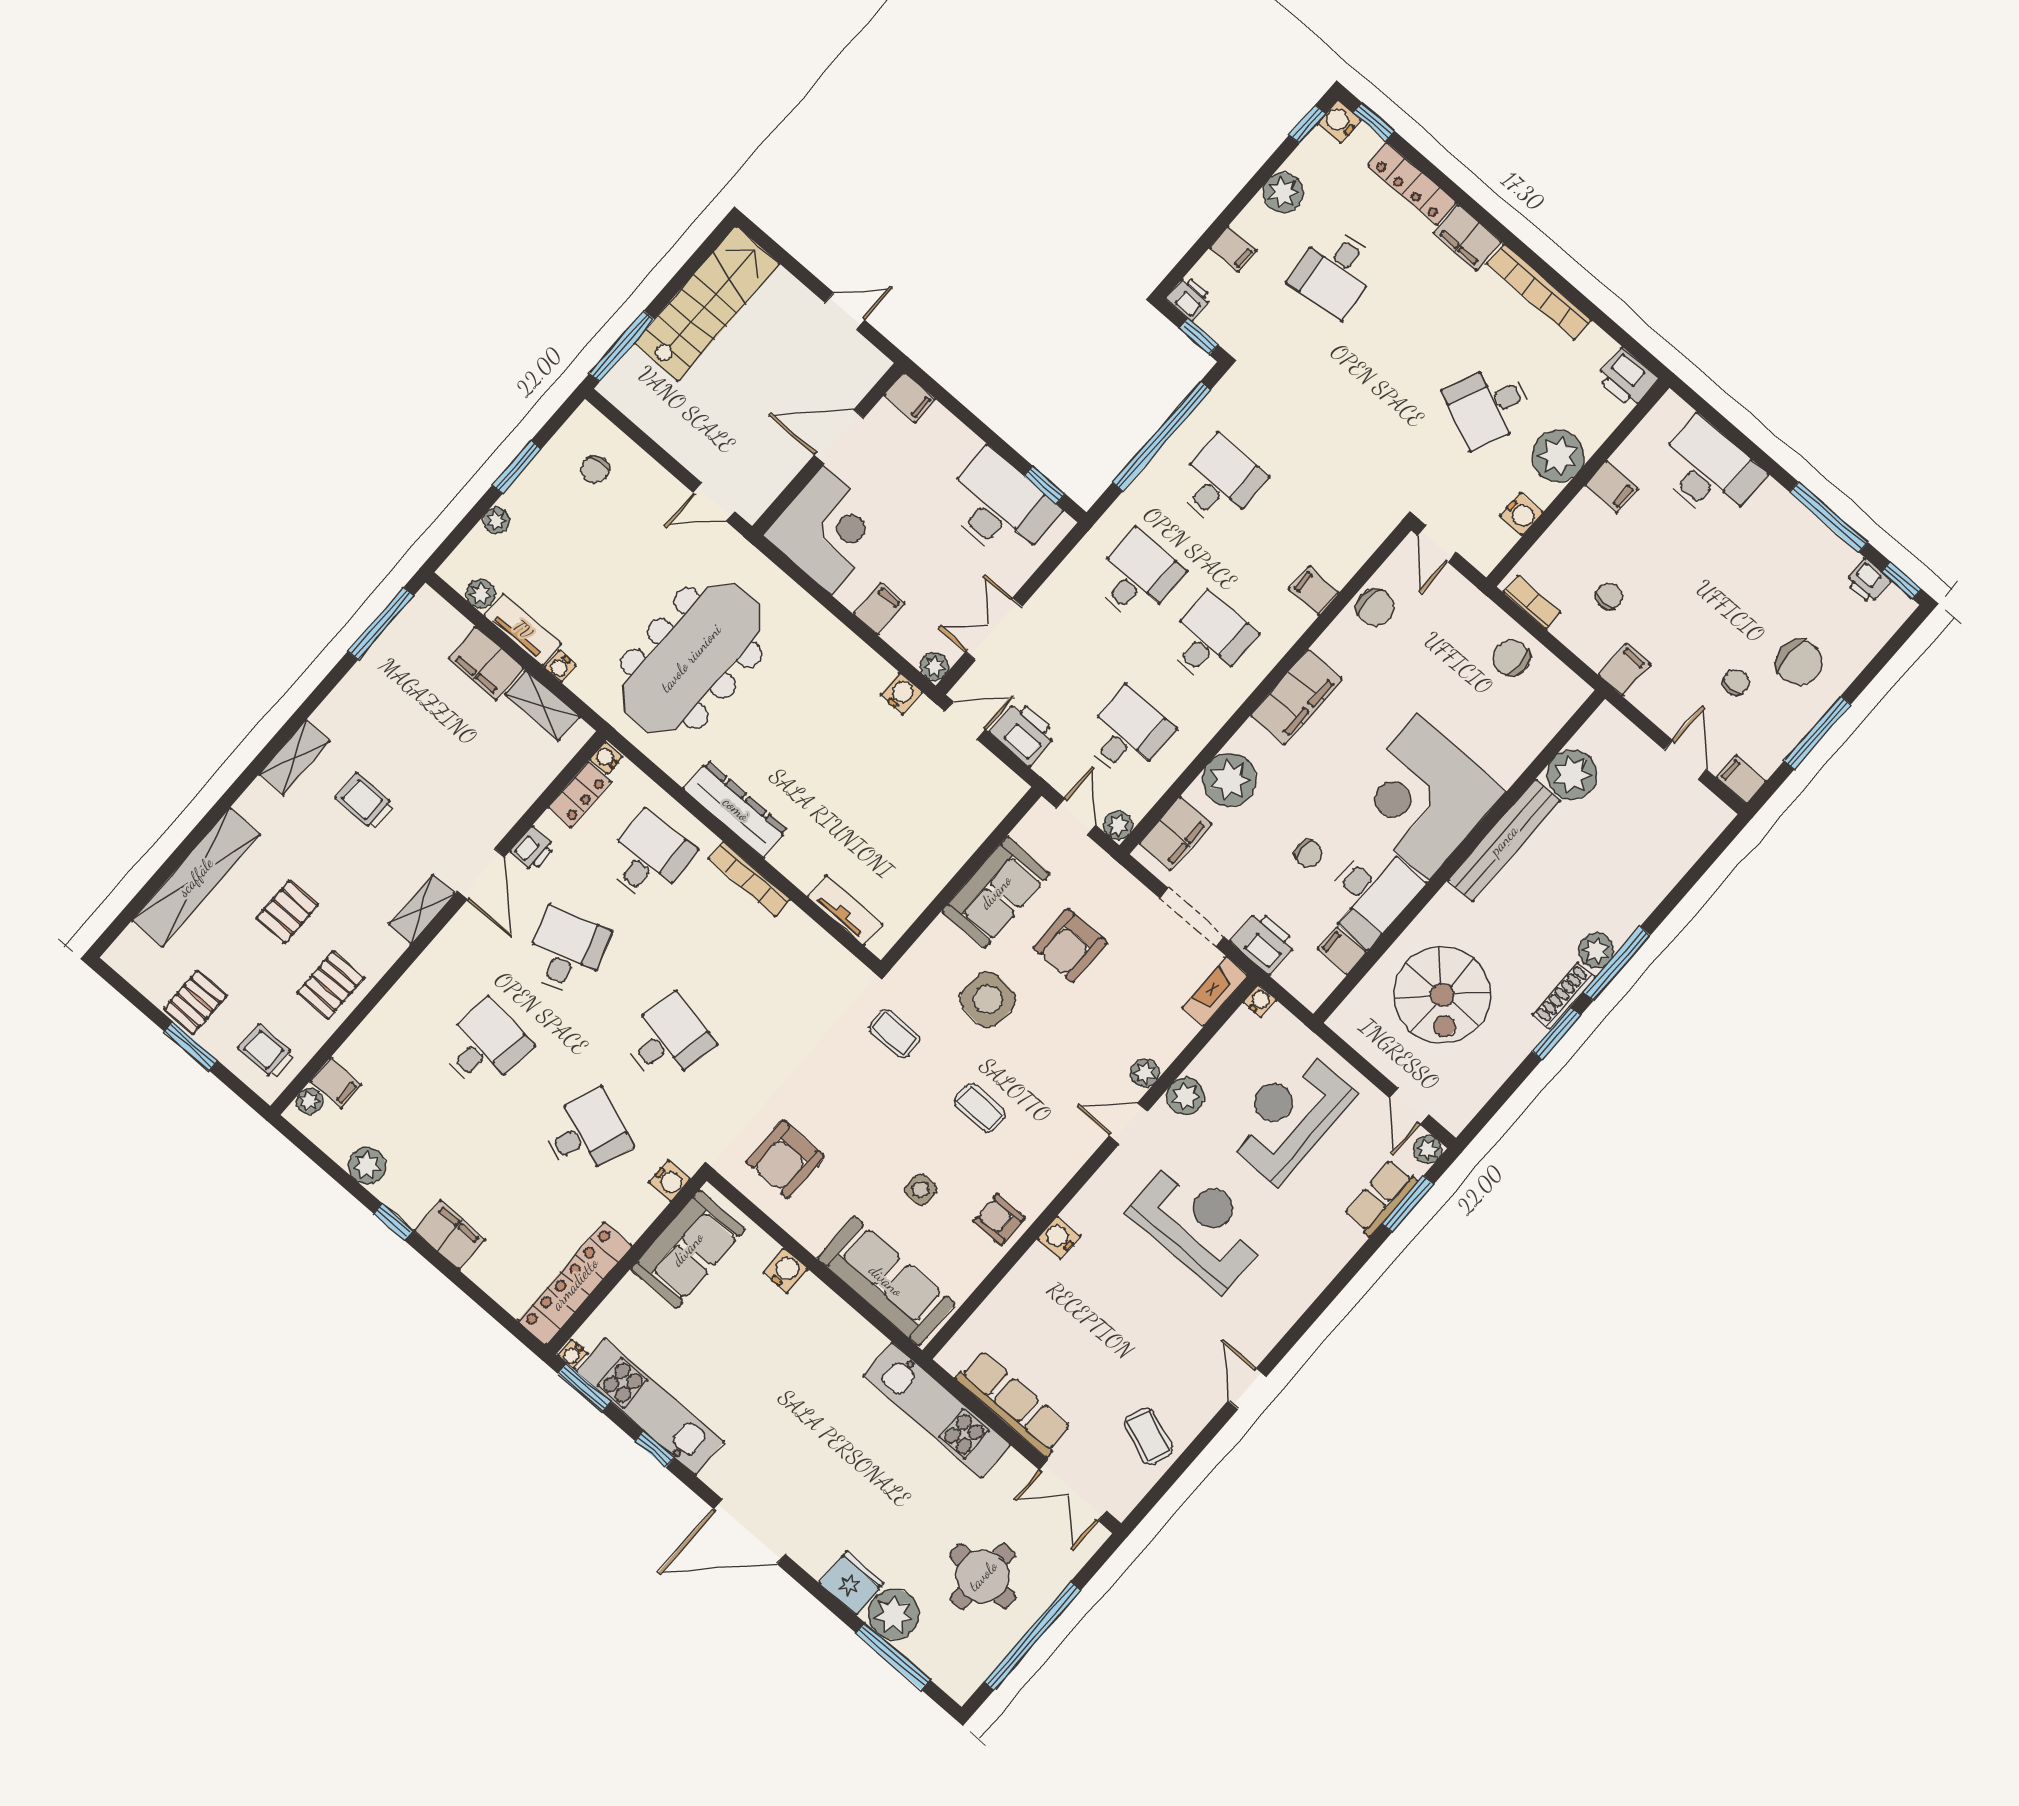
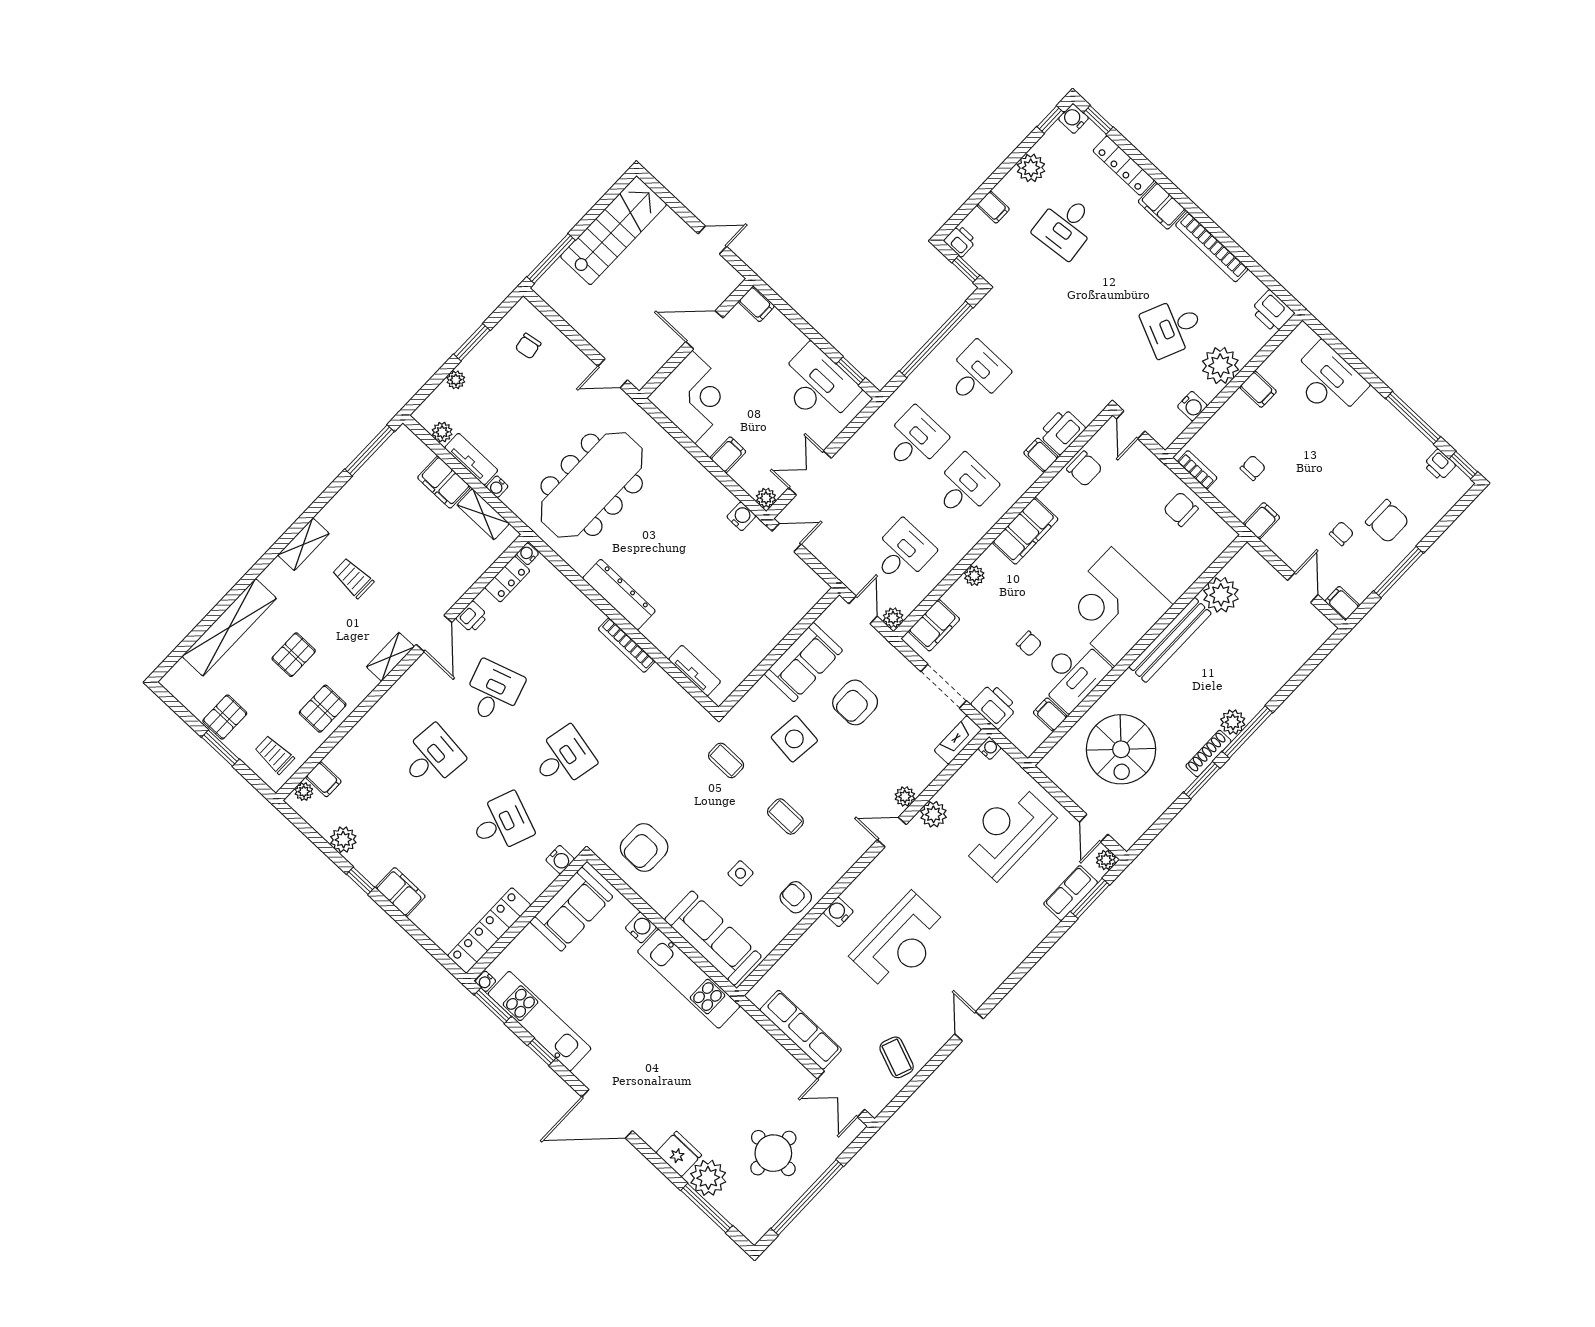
printer: (1023, 733) -> (1062, 431), moved, turned -90
plant: (1229, 780) -> (974, 576), width x0.53, depth x0.53
desk: (649, 858) -> (555, 627), removed
reception desk: (1199, 1224) -> (901, 943), moved, turned 90
kitchen unit: (937, 1410) -> (689, 979), moved

